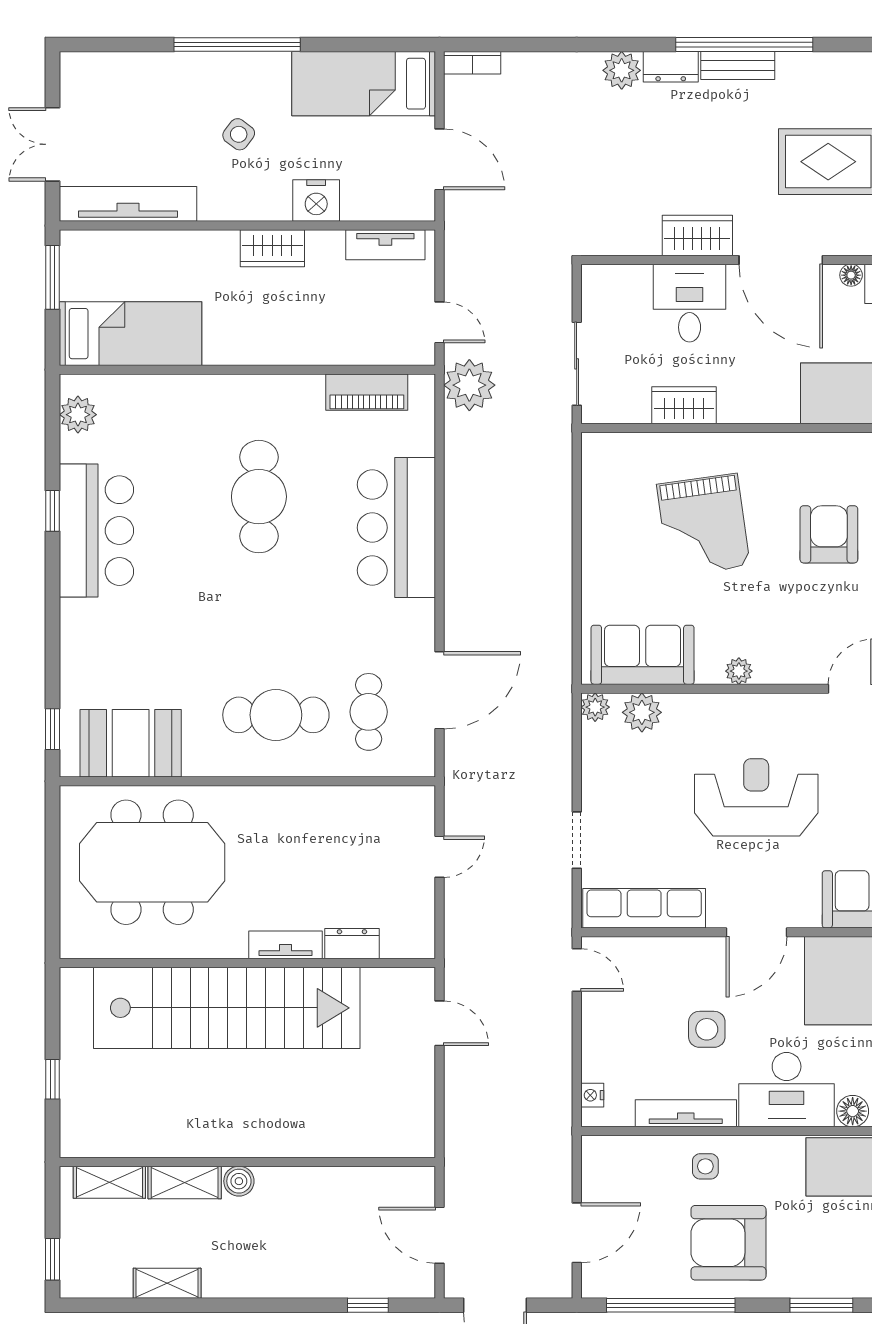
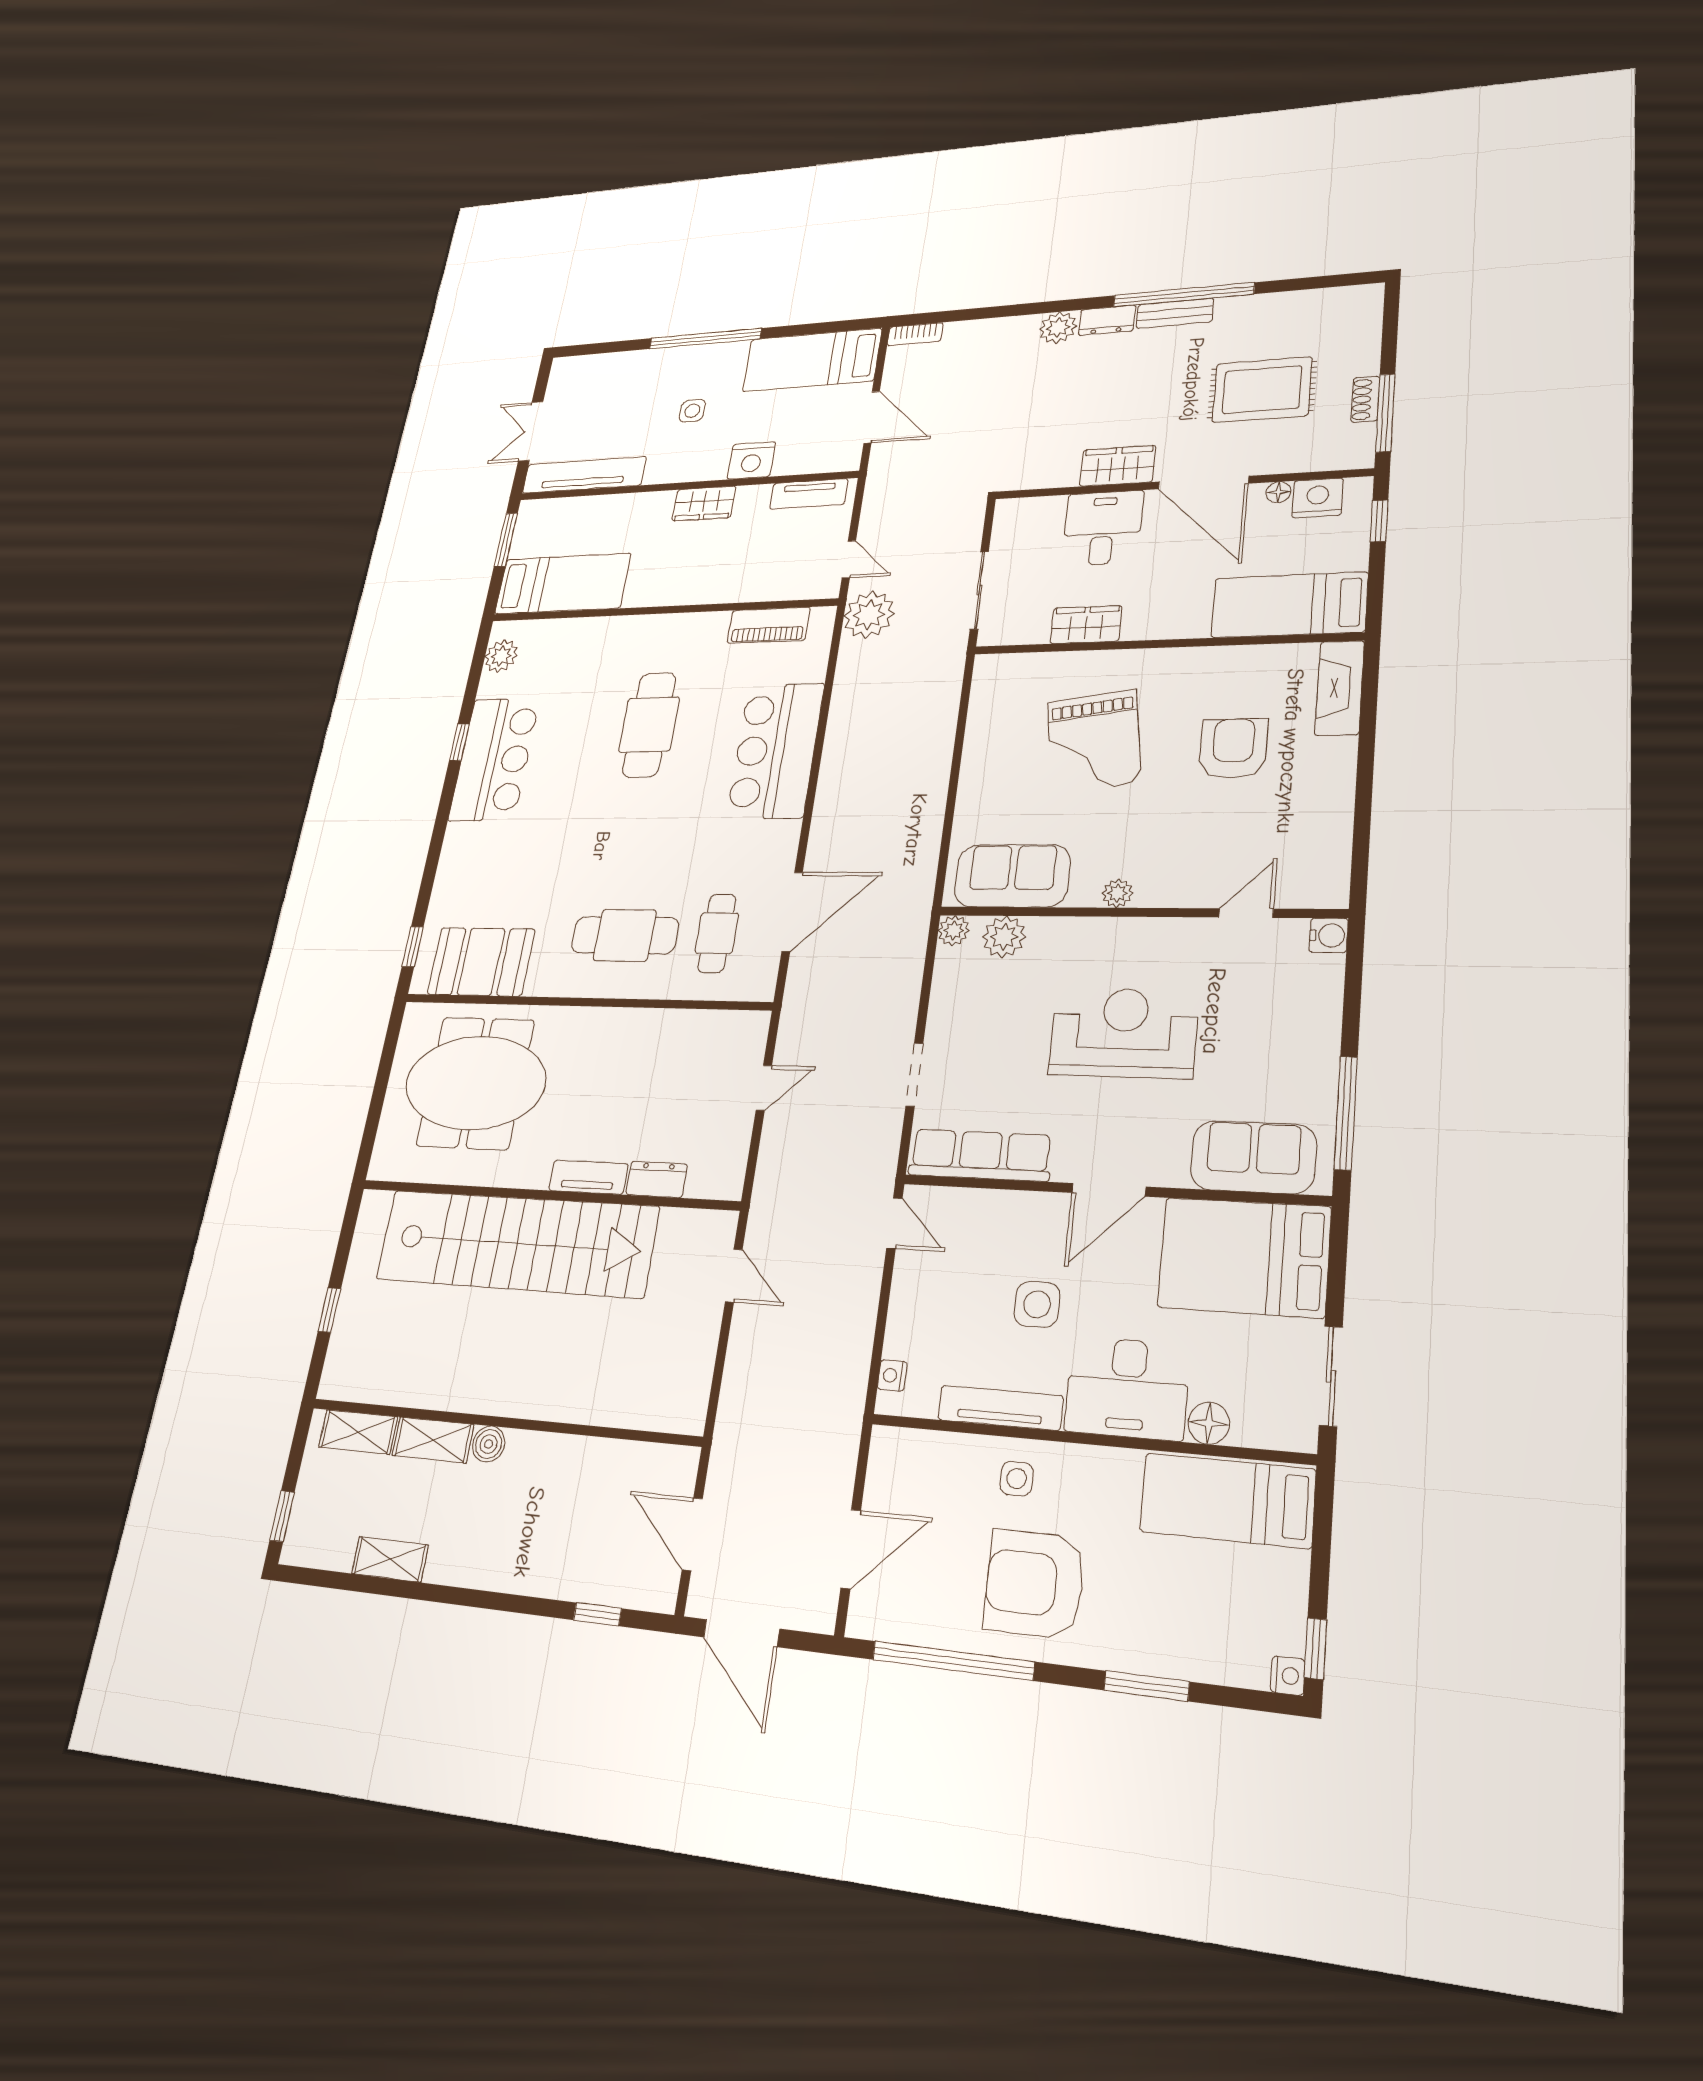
side table: (239, 134) -> (692, 411), turned -37

